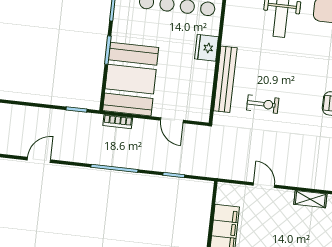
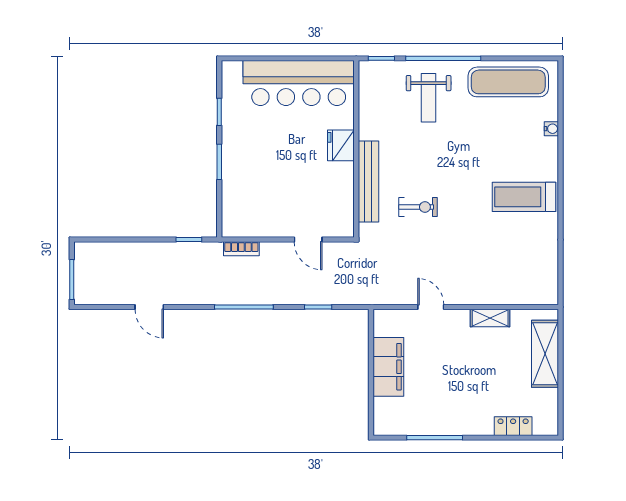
booth: (131, 79) -> (251, 195), removed
door: (39, 160) -> (149, 307), swing flipped

